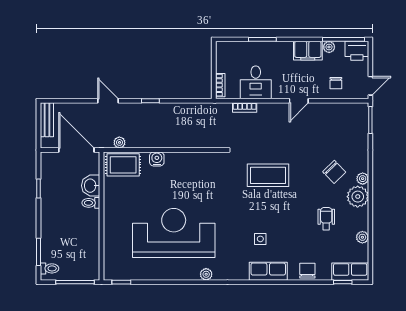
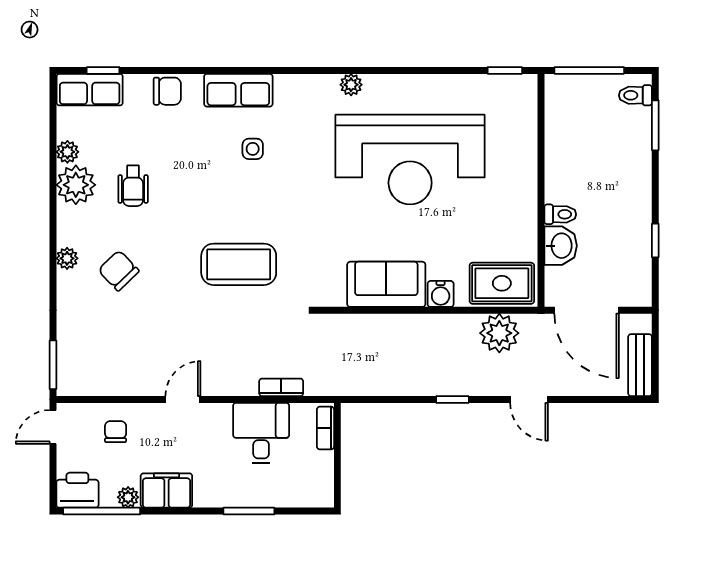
plant: (119, 142) -> (499, 333), width x1.88, depth x1.88
sofa: (187, 164) -> (386, 284), added
plant: (358, 197) -> (76, 185), moved
chair: (307, 271) -> (167, 91), turned -90

